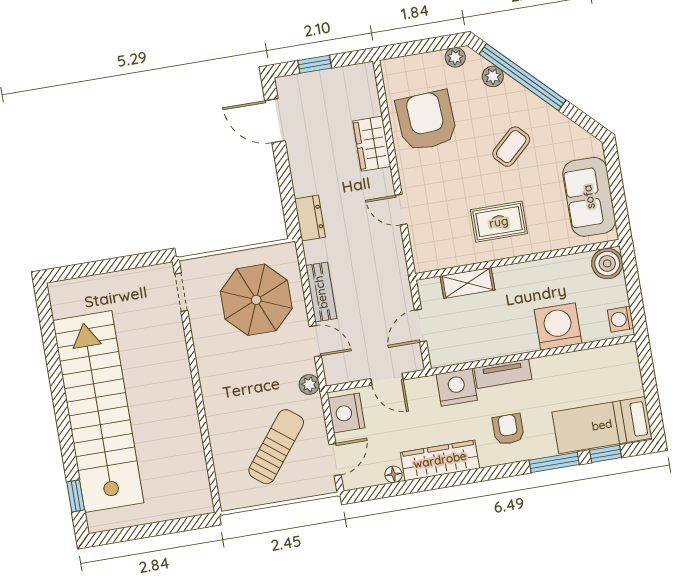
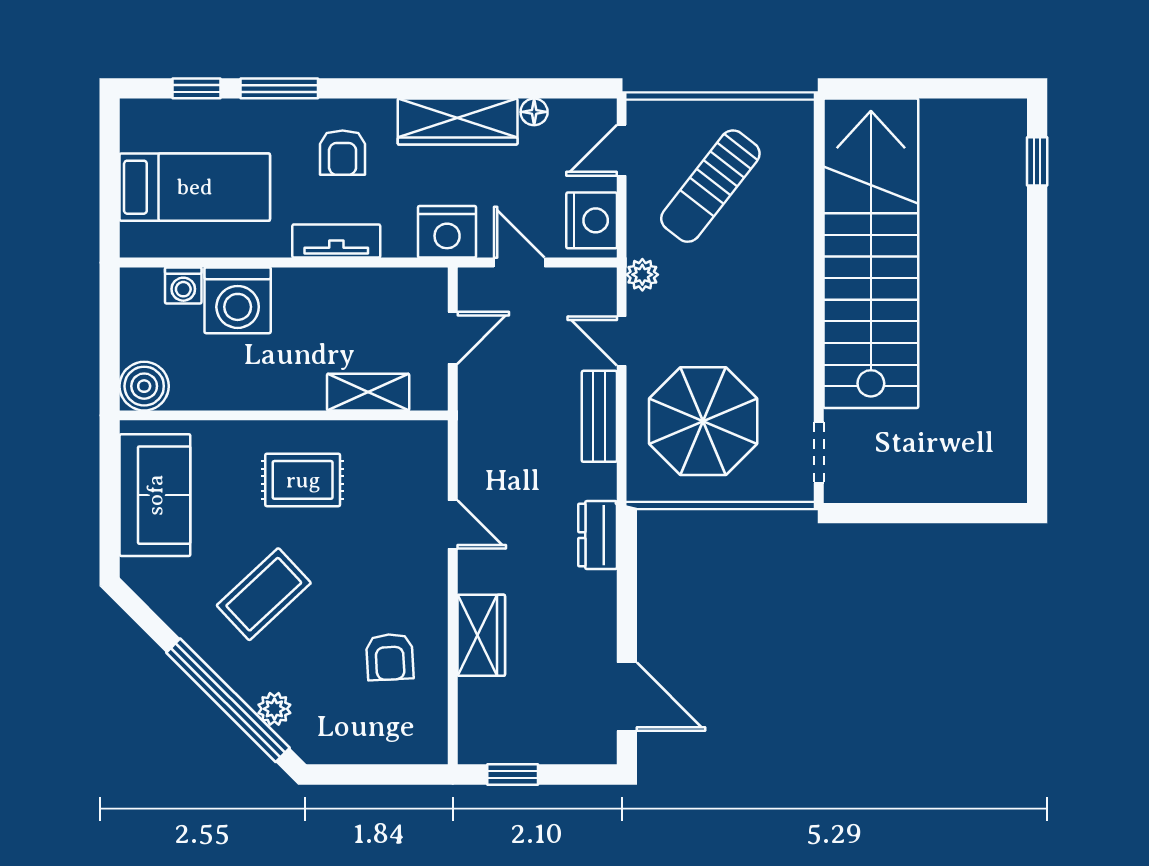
plant: (455, 57) -> (328, 749), removed
window: (315, 64) -> (513, 775), moved
armchair: (426, 121) -> (390, 657), width x0.53, depth x0.53
coffee table: (511, 147) -> (264, 594), width x1.36, depth x1.30
washing machine: (621, 319) -> (183, 286), moved, turned 90
nightstand: (457, 387) -> (447, 232), moved
stairs: (98, 412) -> (871, 253), moved, turned 180
bed: (602, 425) -> (195, 187), moved

